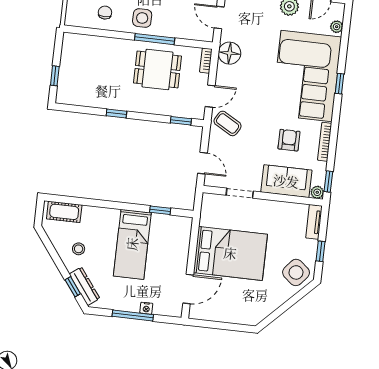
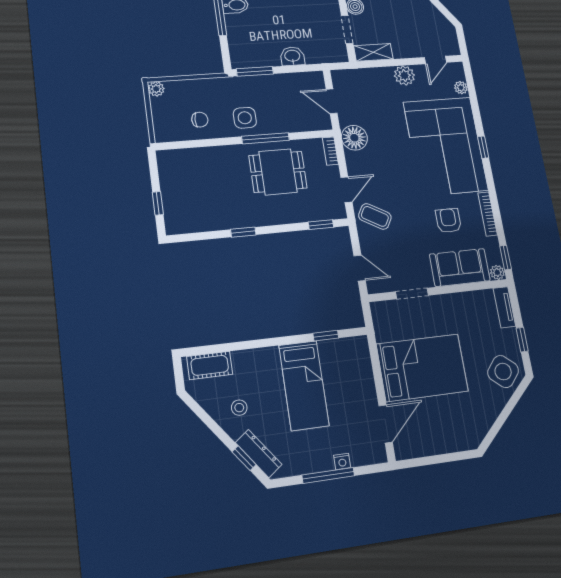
chair: (105, 13) -> (200, 120), turned 90

